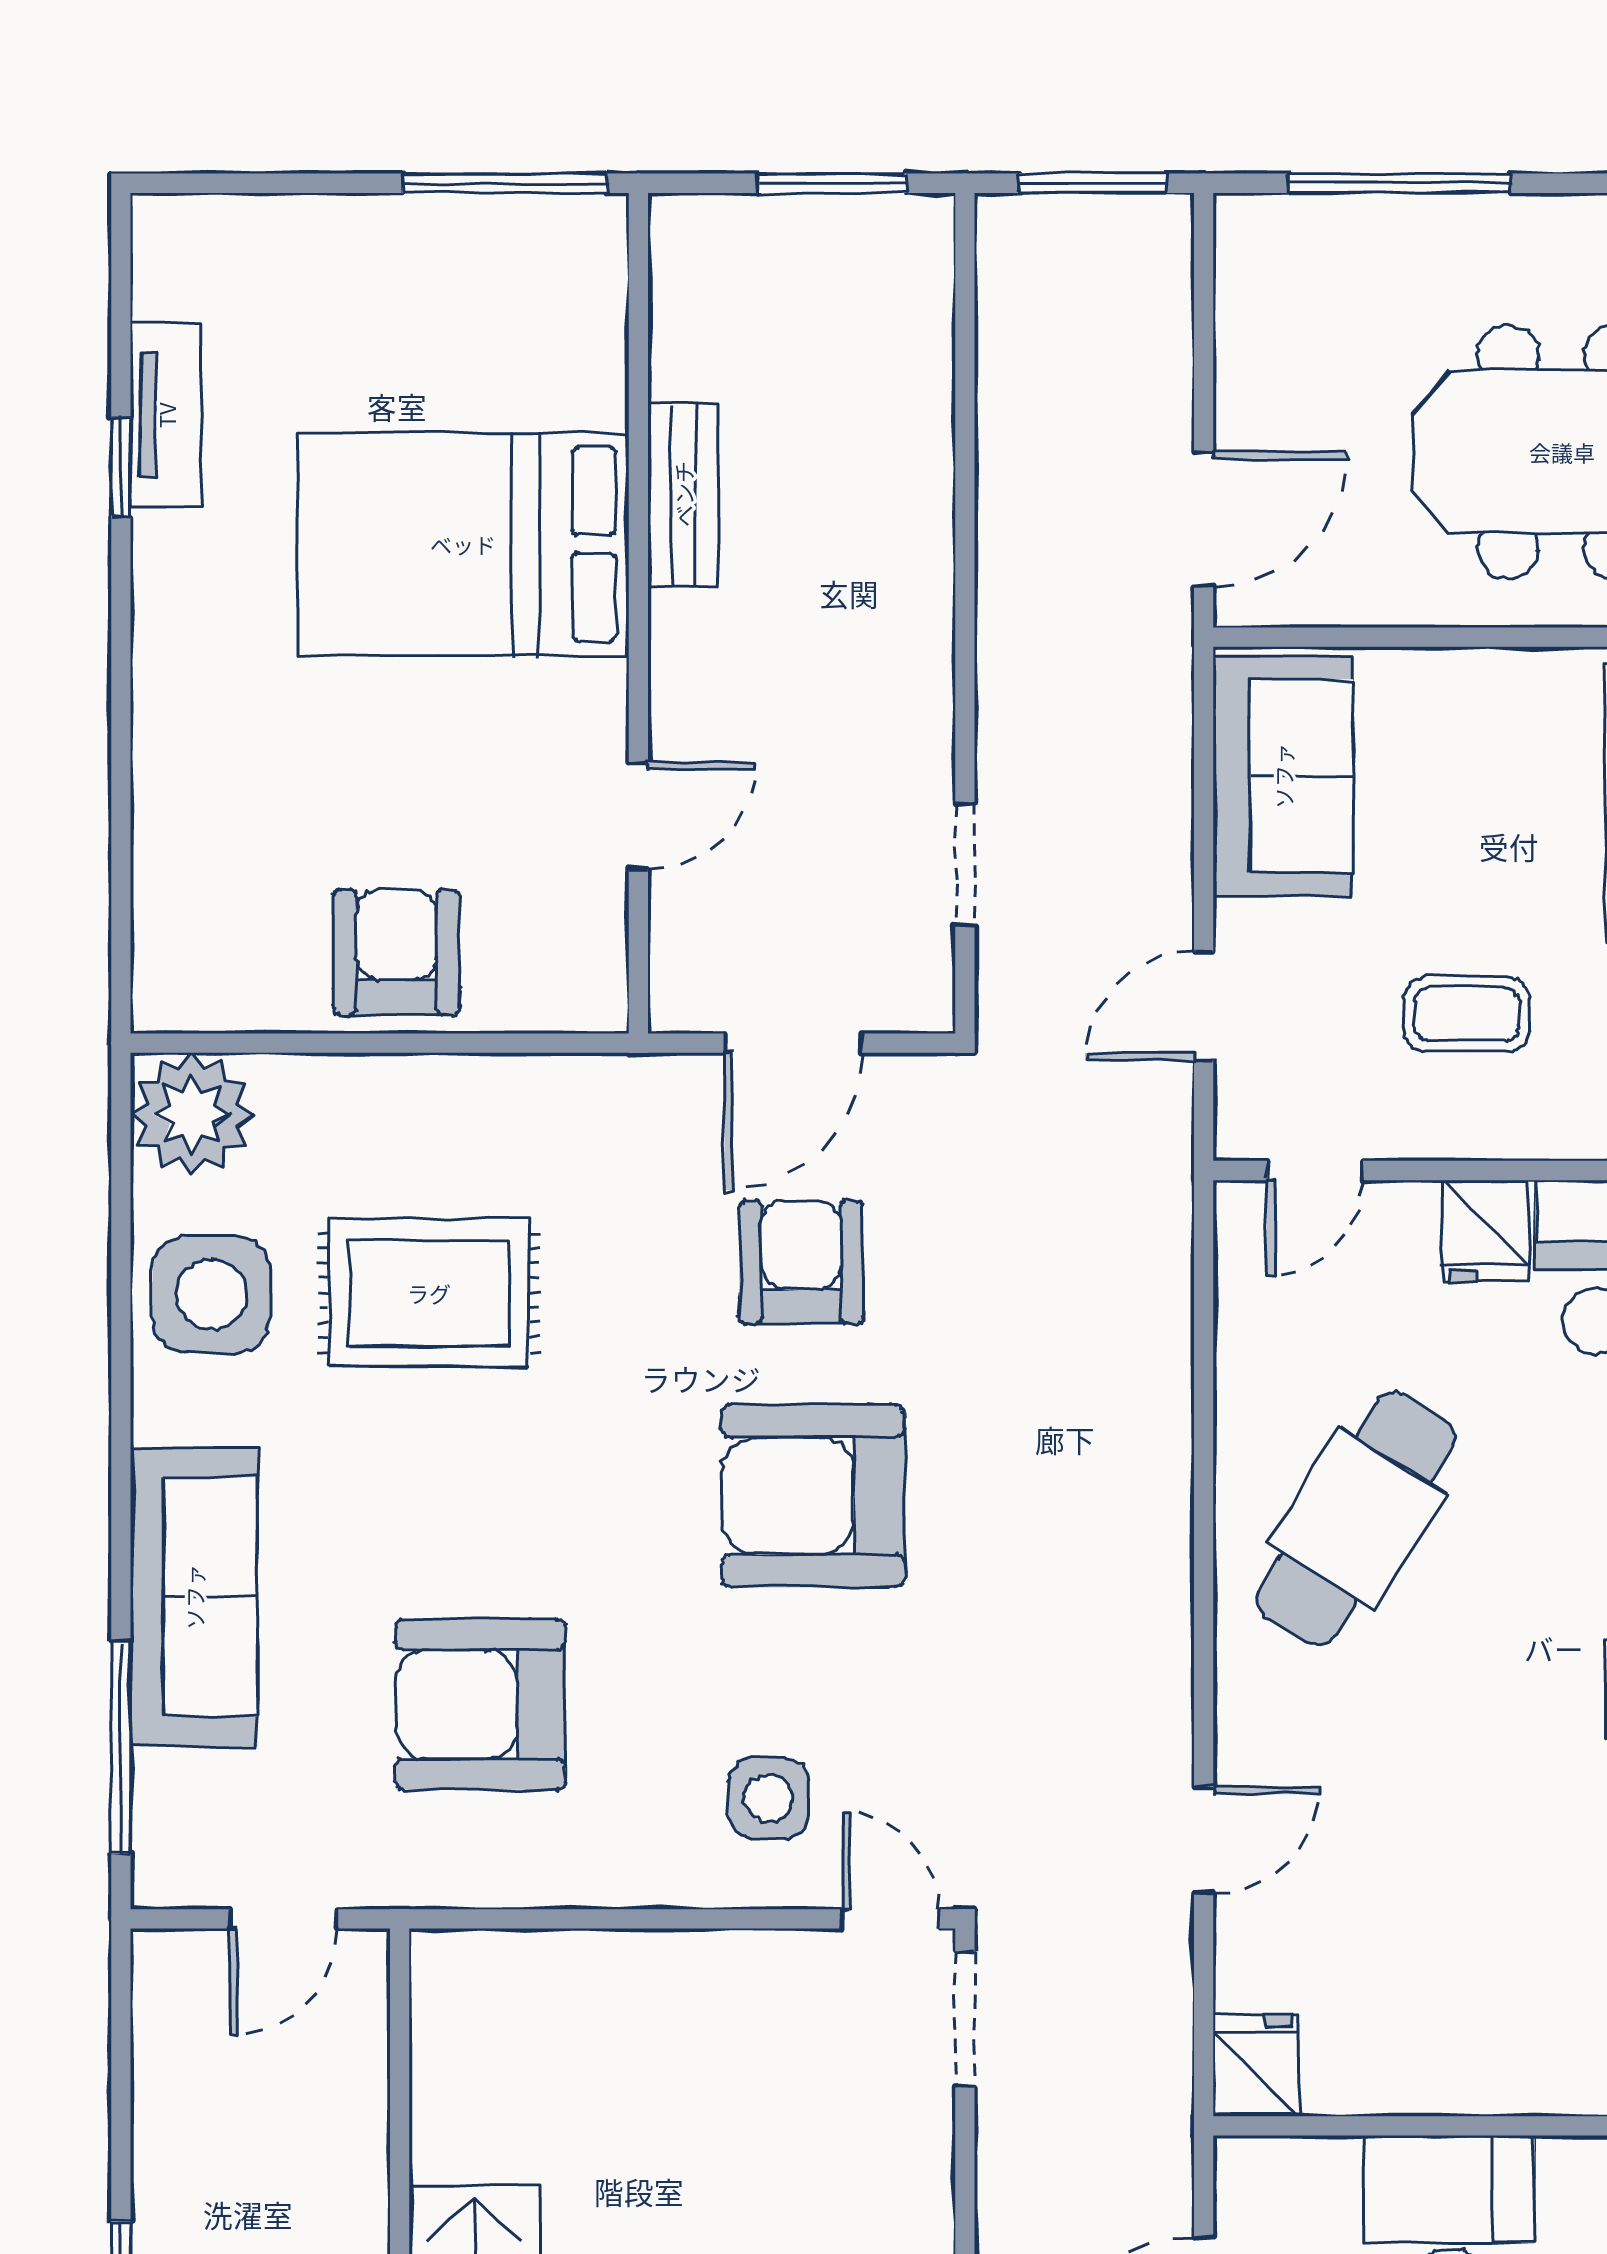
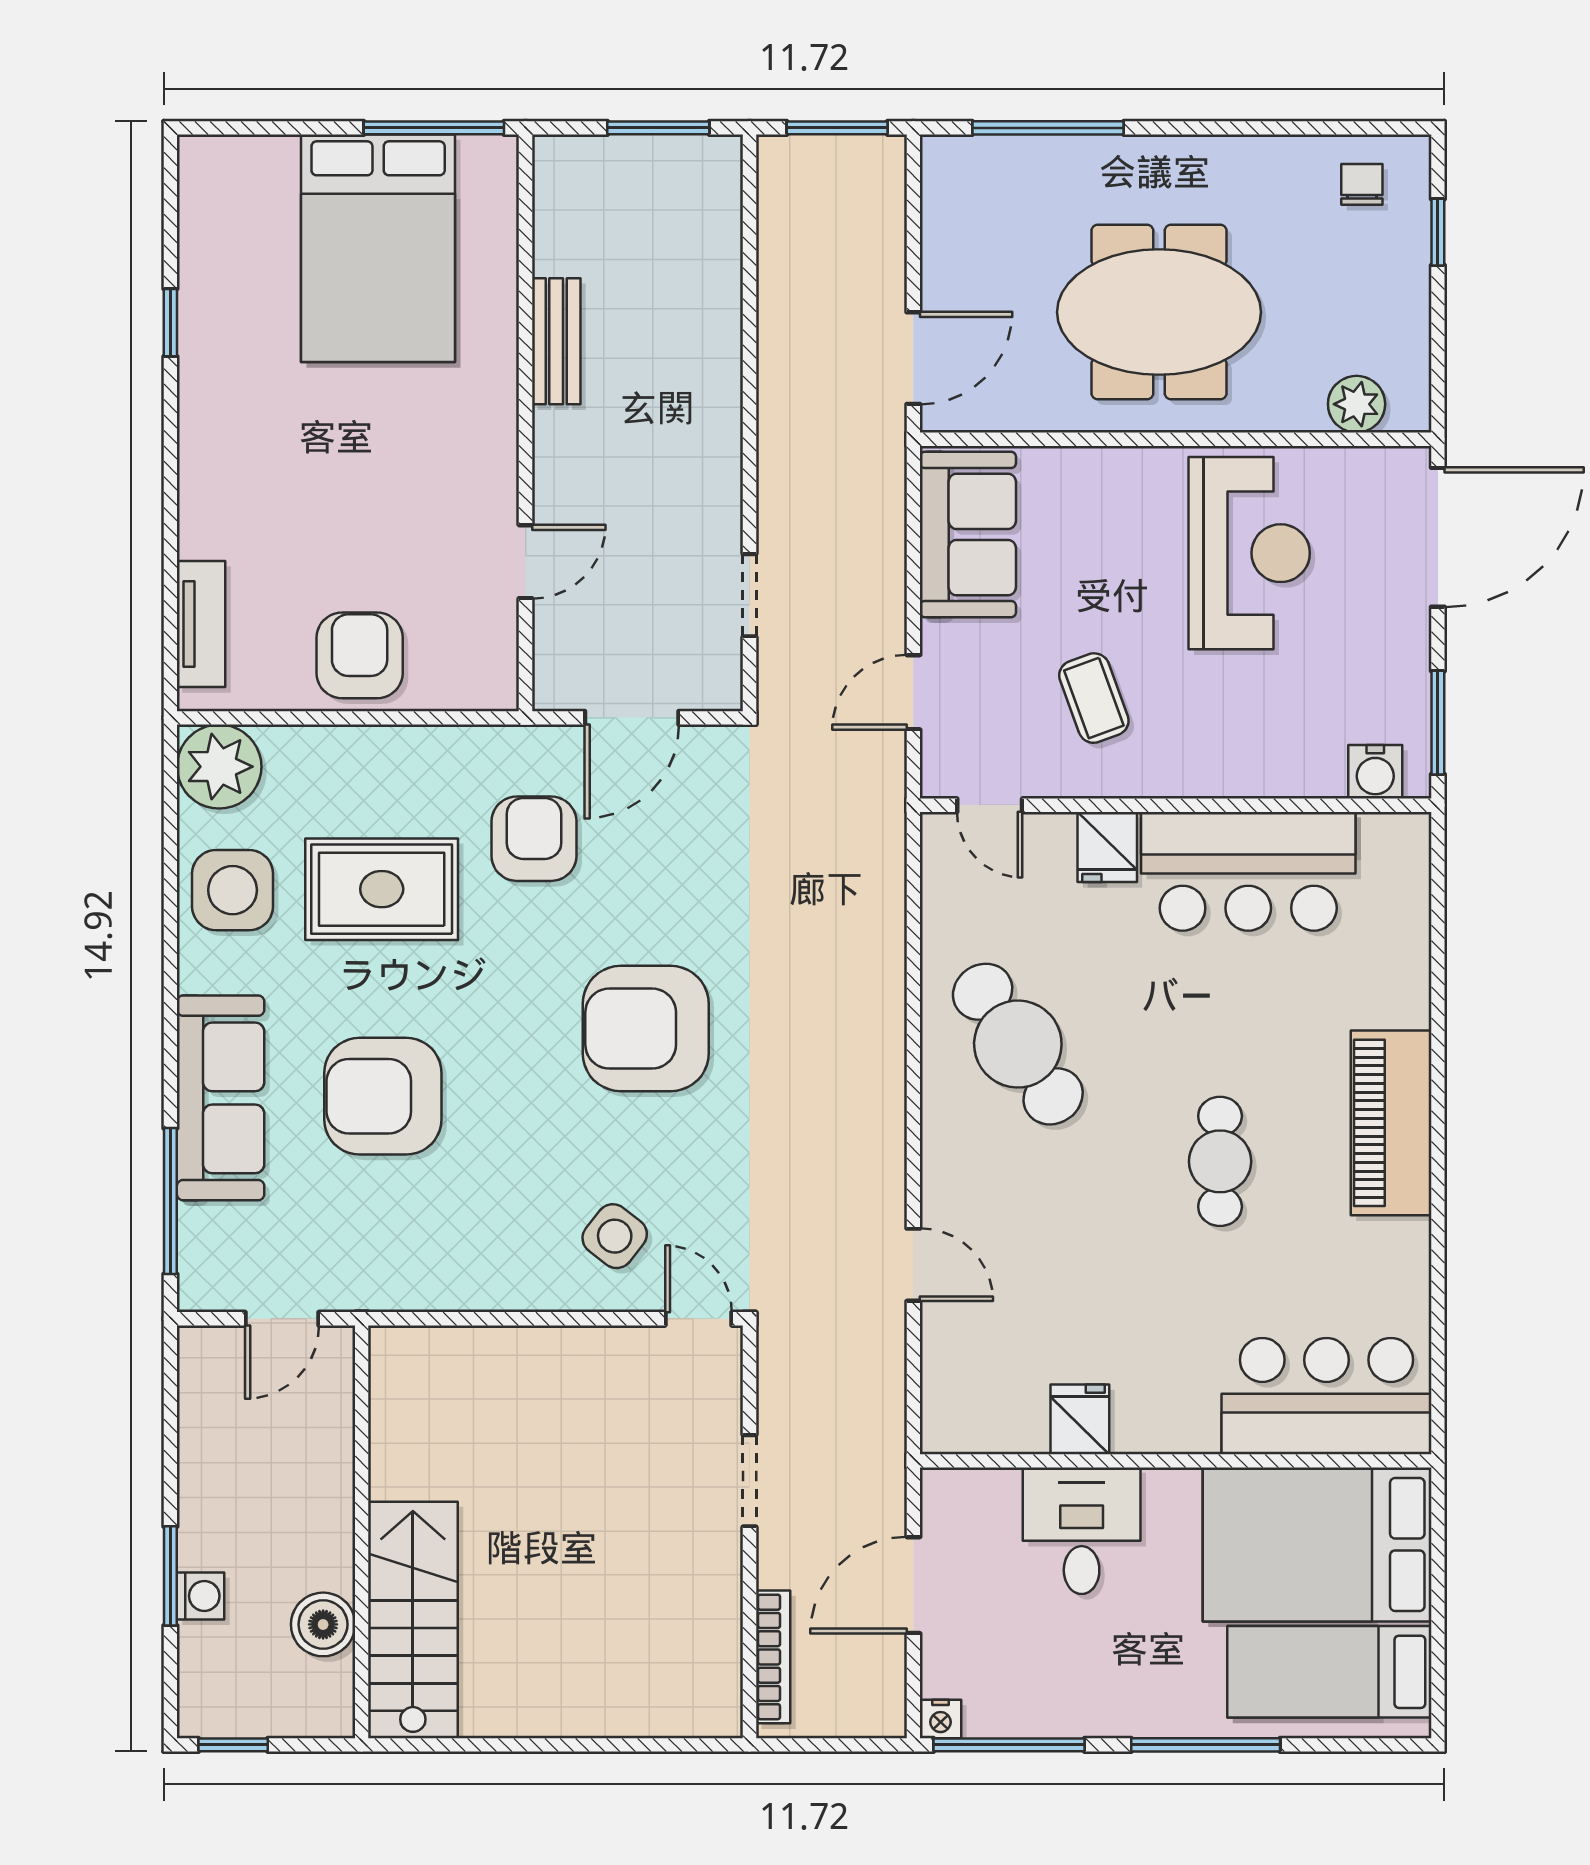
tv unit: (166, 415) -> (201, 624), moved
bed: (463, 544) -> (378, 248), moved, turned -90
coffee table: (1467, 1014) -> (1094, 698), turned 70
door: (1315, 1170) -> (990, 805), hinge flipped
armchair: (801, 1262) -> (534, 839), moved
cafe table: (1356, 1518) -> (1018, 1044), turned -66
armchair: (480, 1704) -> (383, 1096), moved
side table: (768, 1798) -> (615, 1236), turned 38
door: (1204, 1840) -> (913, 1265), hinge flipped
doorway: (965, 2019) -> (750, 1481), moved
fridge: (1256, 2065) -> (1080, 1419), moved

